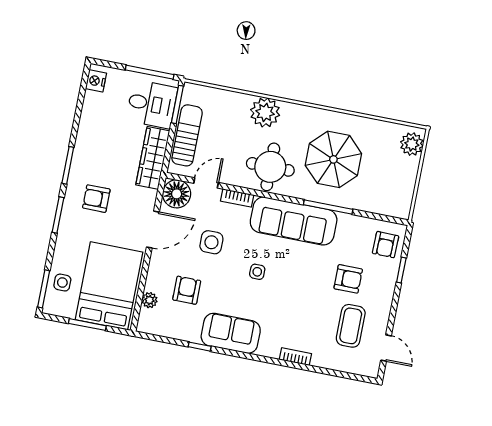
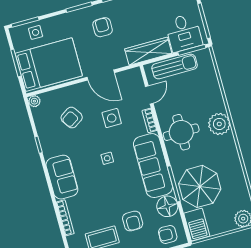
plant: (265, 112) -> (219, 124), moved
parasol: (333, 159) -> (200, 186), moved
door: (206, 183) -> (149, 95), hinge flipped
floor lamp: (177, 194) -> (167, 206), moved
barbecue: (391, 204) -> (197, 225), added
armchair: (187, 290) -> (72, 118), turned 147
plant: (149, 300) -> (34, 101), moved
sofa: (231, 333) -> (62, 177), moved
bookcase: (295, 357) -> (65, 218), width x1.56

